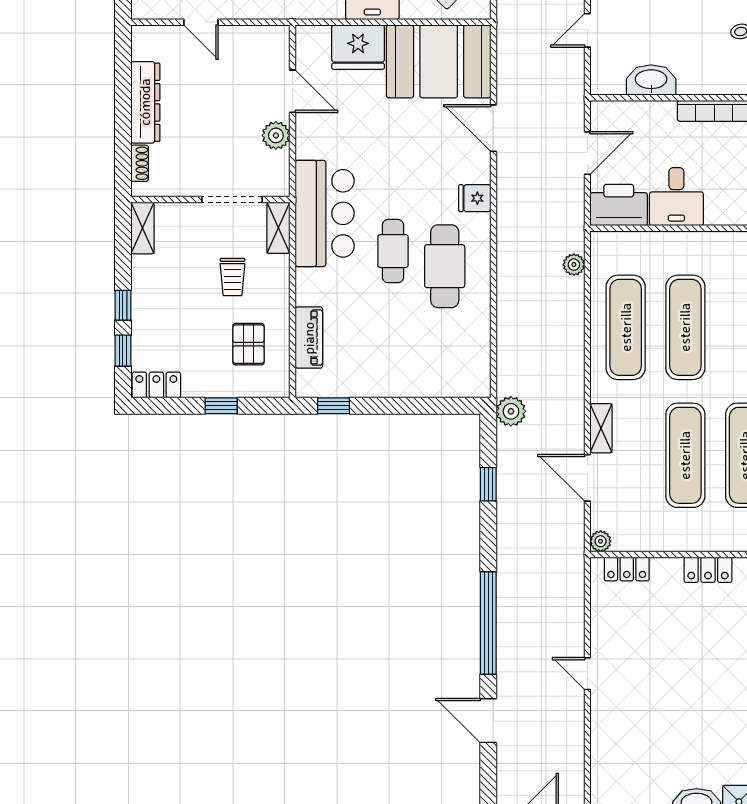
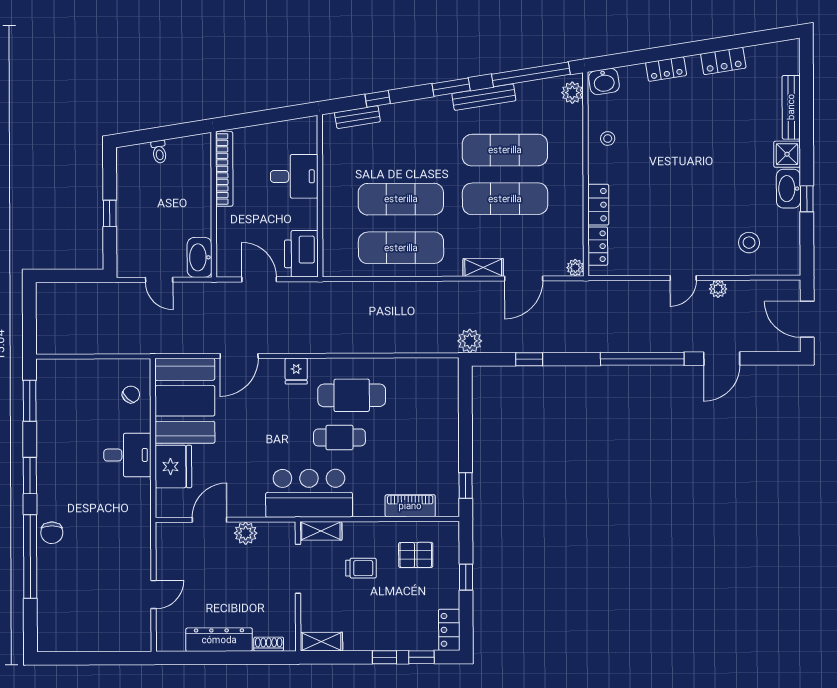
washbasin: (651, 80) -> (200, 257), moved
desk: (676, 197) -> (294, 176), moved
plant: (574, 265) -> (718, 289), moved
locker: (708, 570) -> (598, 205), moved
stool: (631, 755) -> (749, 243), added

